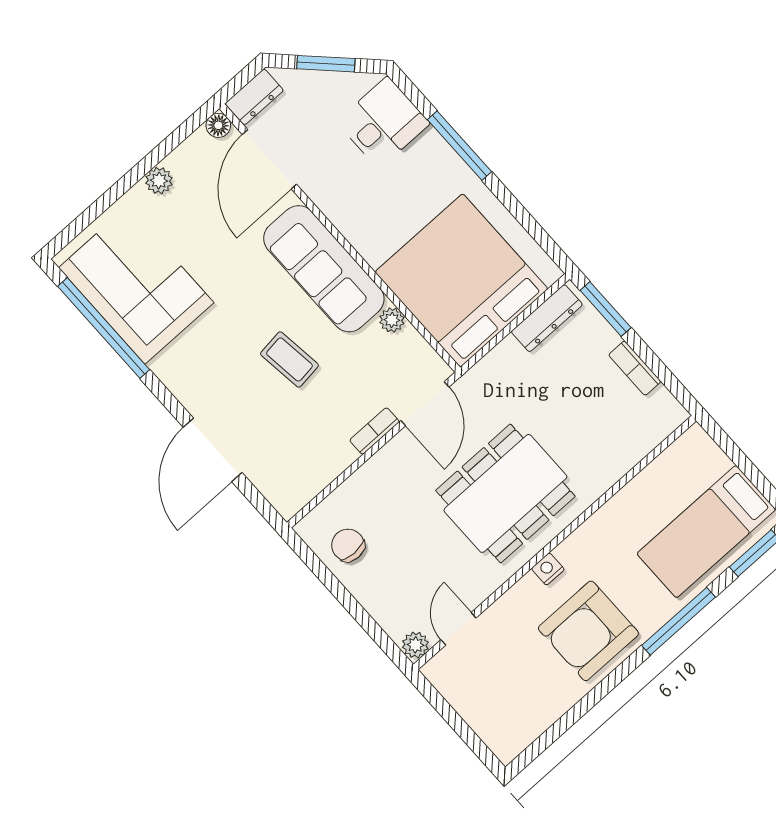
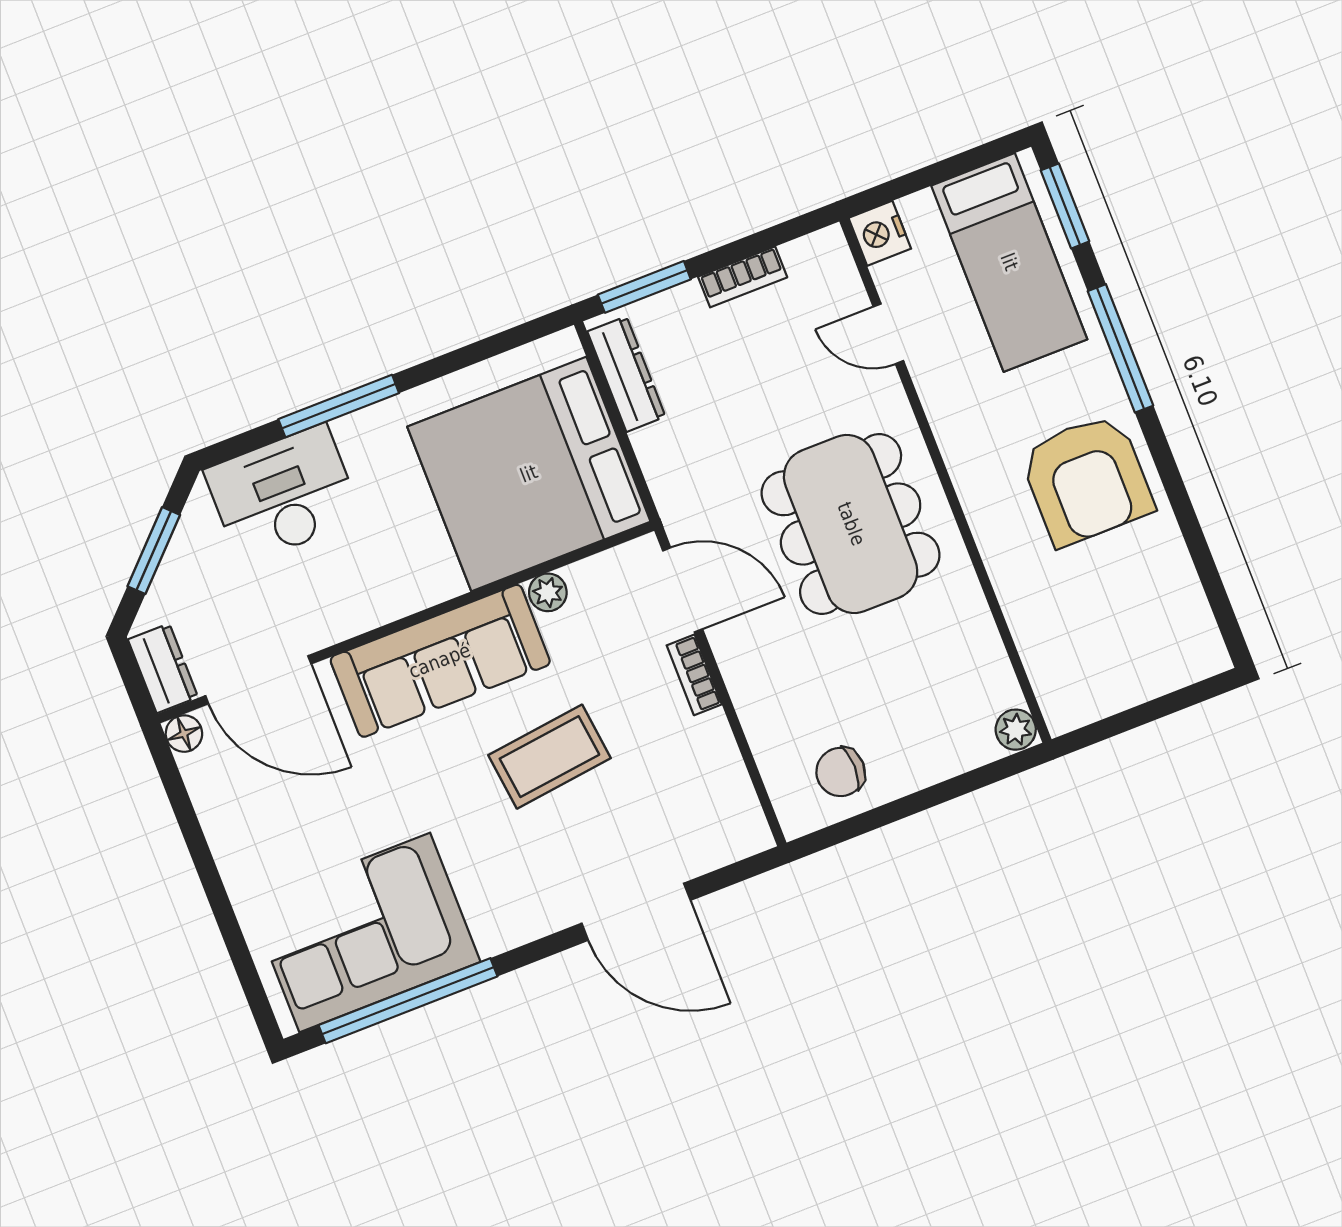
desk: (383, 123) -> (283, 494), width x1.37
plant: (159, 181) -> (230, 846), removed
coffee table: (289, 359) -> (549, 757), width x1.36, depth x1.30
nightstand: (548, 569) -> (880, 233), moved, width x1.39, depth x1.35
door: (458, 629) -> (888, 334), moved

